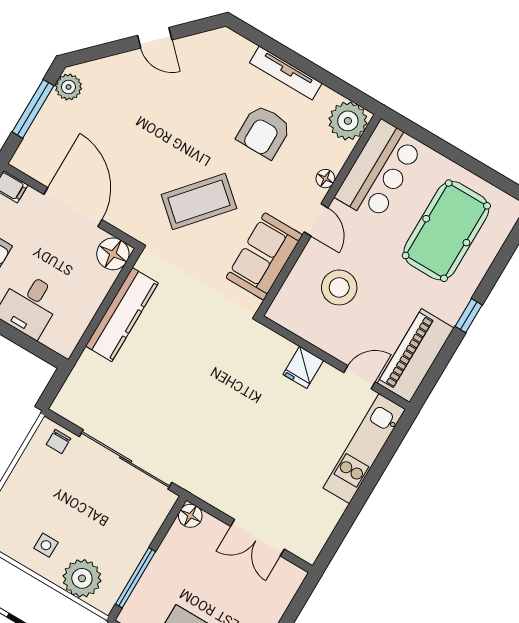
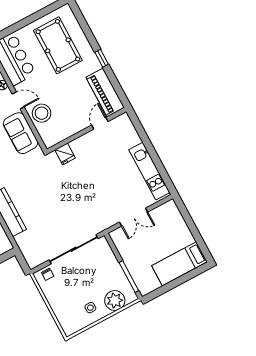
stool: (339, 287) -> (42, 113), moved
fridge: (303, 367) -> (65, 154), moved
kitchen unit: (364, 449) -> (149, 171), moved
floor lamp: (190, 516) -> (116, 236), removed
double door: (257, 538) -> (134, 217), moved

